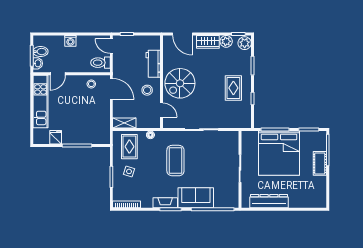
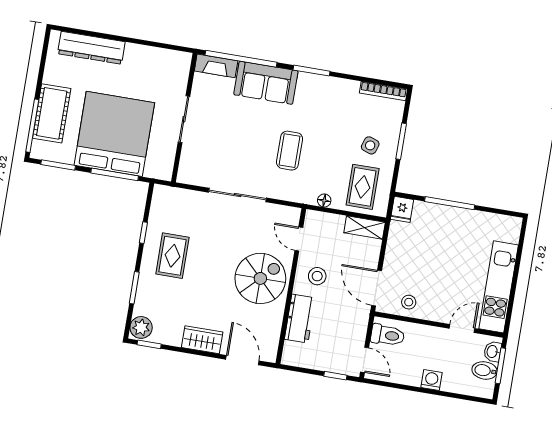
plant: (226, 41) -> (172, 336), removed
fridge: (56, 137) -> (402, 209), moved
coffee table: (175, 161) -> (290, 151), width x0.73, depth x0.76
cot: (320, 163) -> (52, 113), width x1.37, depth x1.34
dresser: (269, 201) -> (91, 48), moved
fireplace: (165, 203) -> (216, 66), moved

